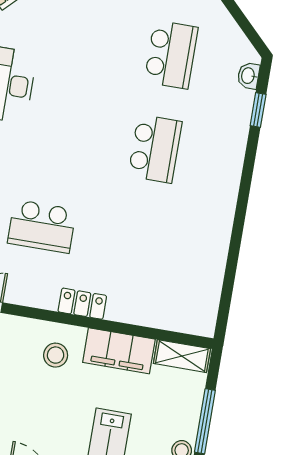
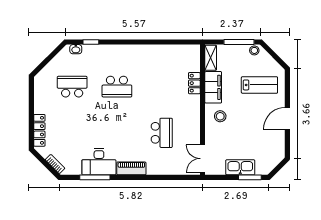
school desk: (155, 149) -> (117, 87), turned 180
locker: (82, 304) -> (194, 83), moved

